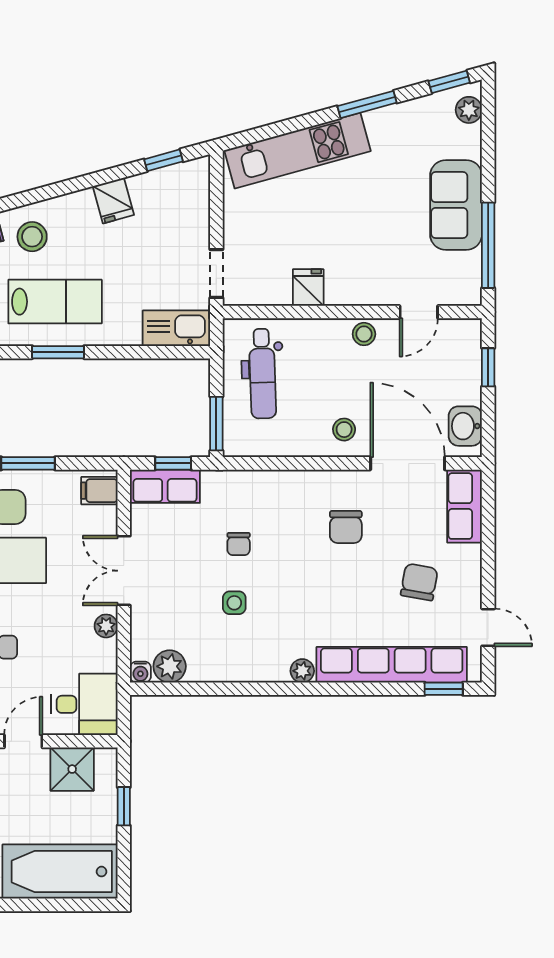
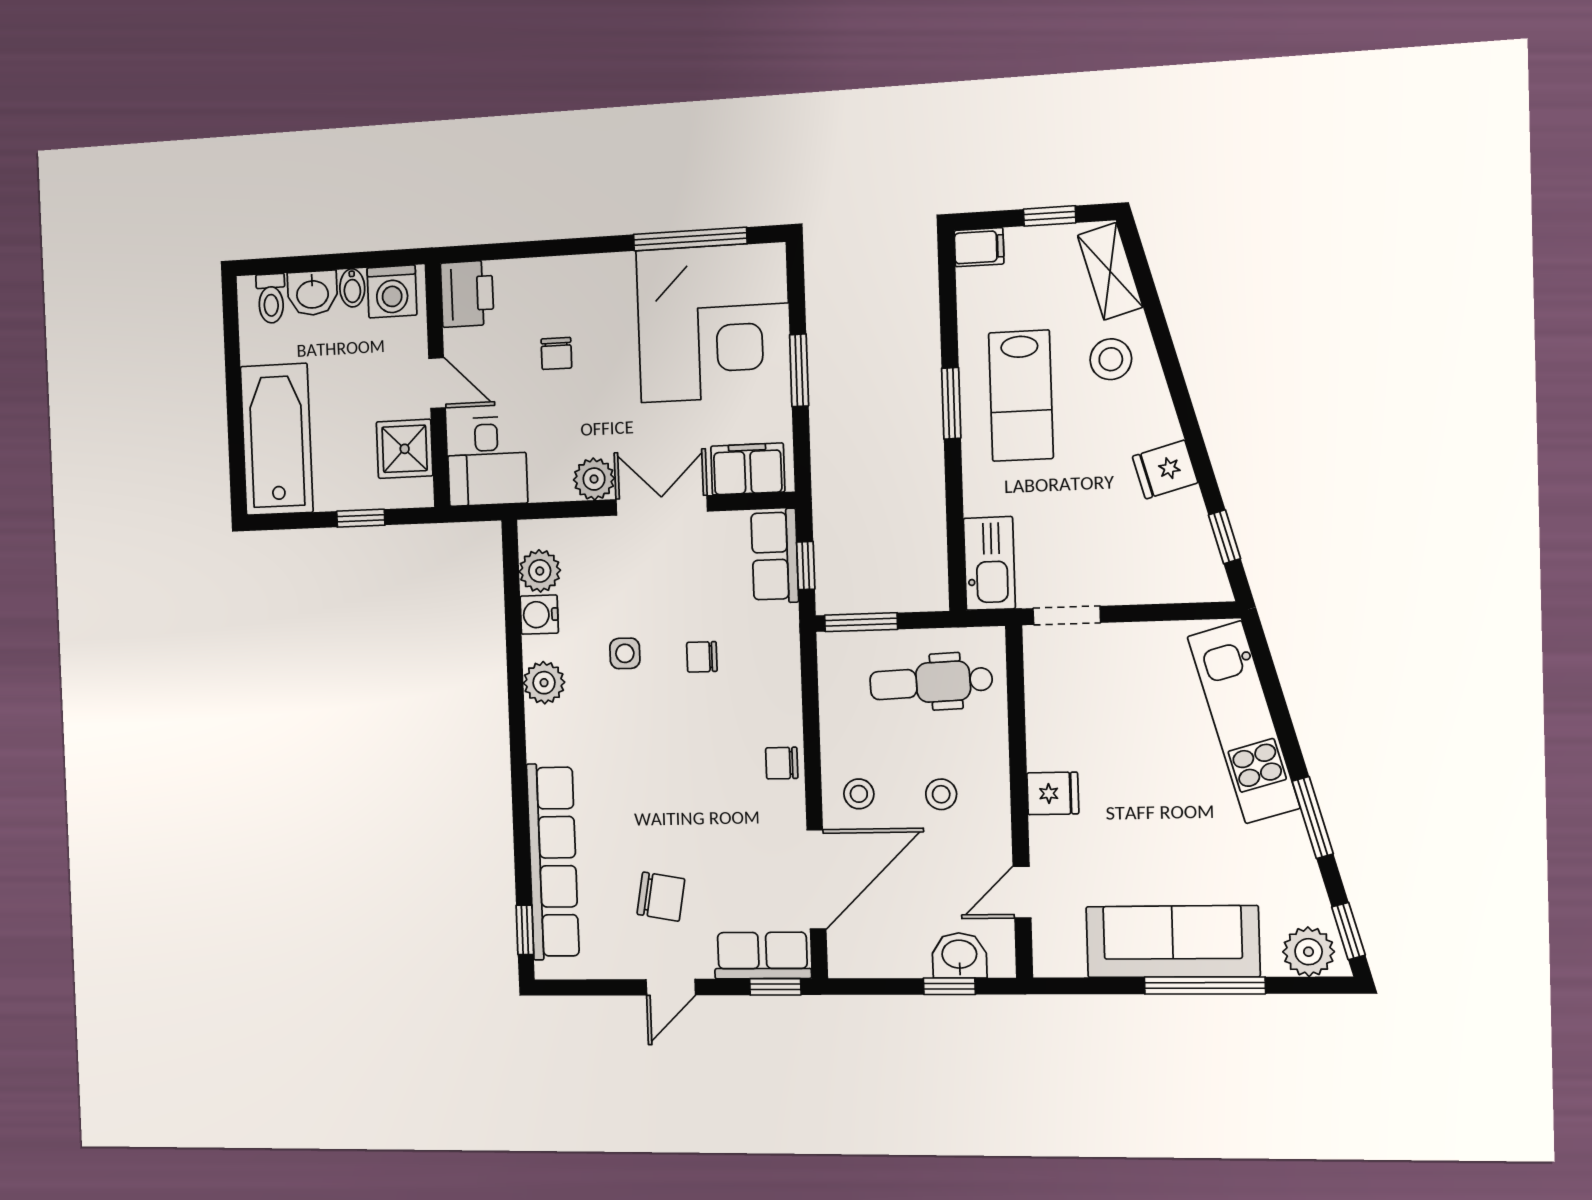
plant: (469, 110) -> (1309, 952), width x1.38, depth x1.38
sofa: (456, 205) -> (1173, 942), width x1.36
window: (488, 245) -> (1205, 985), moved
fridge: (308, 288) -> (1053, 793), moved
door: (419, 312) -> (1022, 892), hinge flipped
stool: (364, 334) -> (941, 794), moved
washbasin: (465, 426) -> (959, 955), moved
filing cabinet: (99, 491) -> (748, 469), width x2.00
window: (488, 497) -> (775, 987), added
chair: (346, 527) -> (782, 763), moved, width x0.73, depth x0.73
plant: (106, 626) -> (594, 479), width x1.38, depth x1.38
door: (488, 627) -> (671, 987), moved
plant: (302, 671) -> (544, 683), moved, width x1.38, depth x1.38
water cooler: (140, 672) -> (539, 615), moved, width x1.38, depth x1.38

